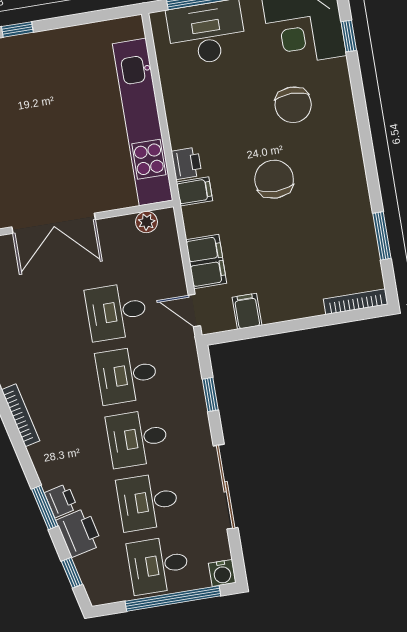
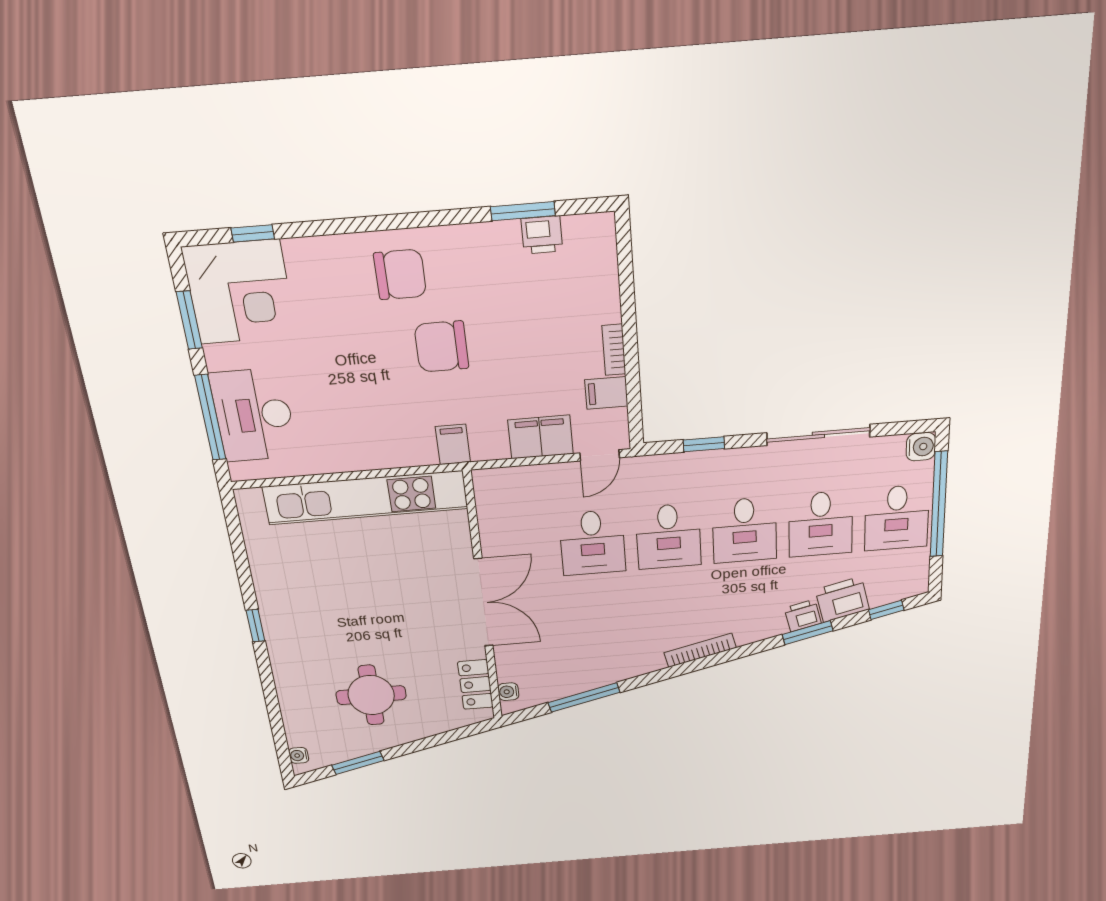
chair: (293, 105) -> (400, 275), moved
printer: (187, 163) -> (542, 235), moved, turned 180
plant: (146, 222) -> (488, 502), removed
bookcase: (356, 302) -> (614, 350), moved, width x0.64

